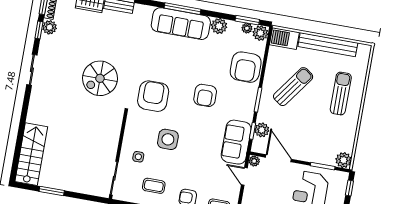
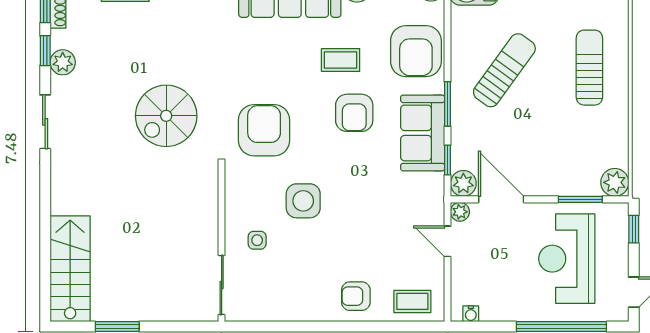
plant: (50, 27) -> (63, 62), moved
plant: (262, 130) -> (463, 183), moved
sofa: (236, 142) -> (423, 133), moved
coffee table: (154, 186) -> (341, 60), moved

